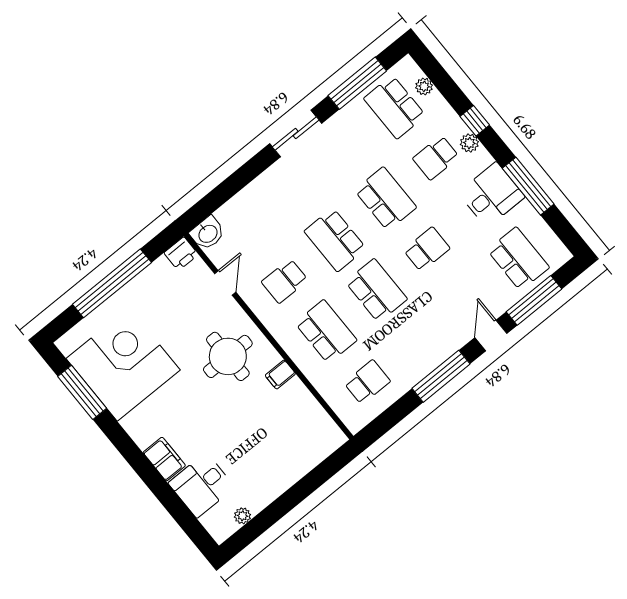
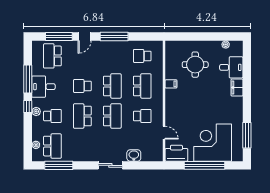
window: (475, 121) -> (28, 107), moved
sliding door: (296, 134) -> (110, 165), moved
washbasin: (208, 233) -> (134, 155), moved
printer: (181, 254) -> (176, 153), width x1.87, depth x1.48
door: (225, 283) -> (164, 133), swing flipped
school desk: (376, 290) -> (112, 86), turned 180
school desk: (326, 332) -> (142, 86), turned 180
round table: (228, 356) -> (195, 65), moved
corner desk: (123, 364) -> (213, 143), moved, turned 90

